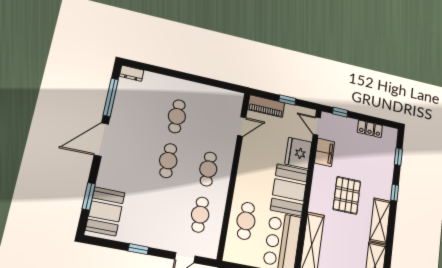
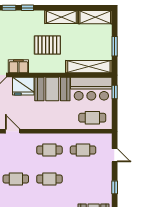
window: (395, 193) -> (28, 8), moved
cafe table: (246, 221) -> (92, 118), moved

